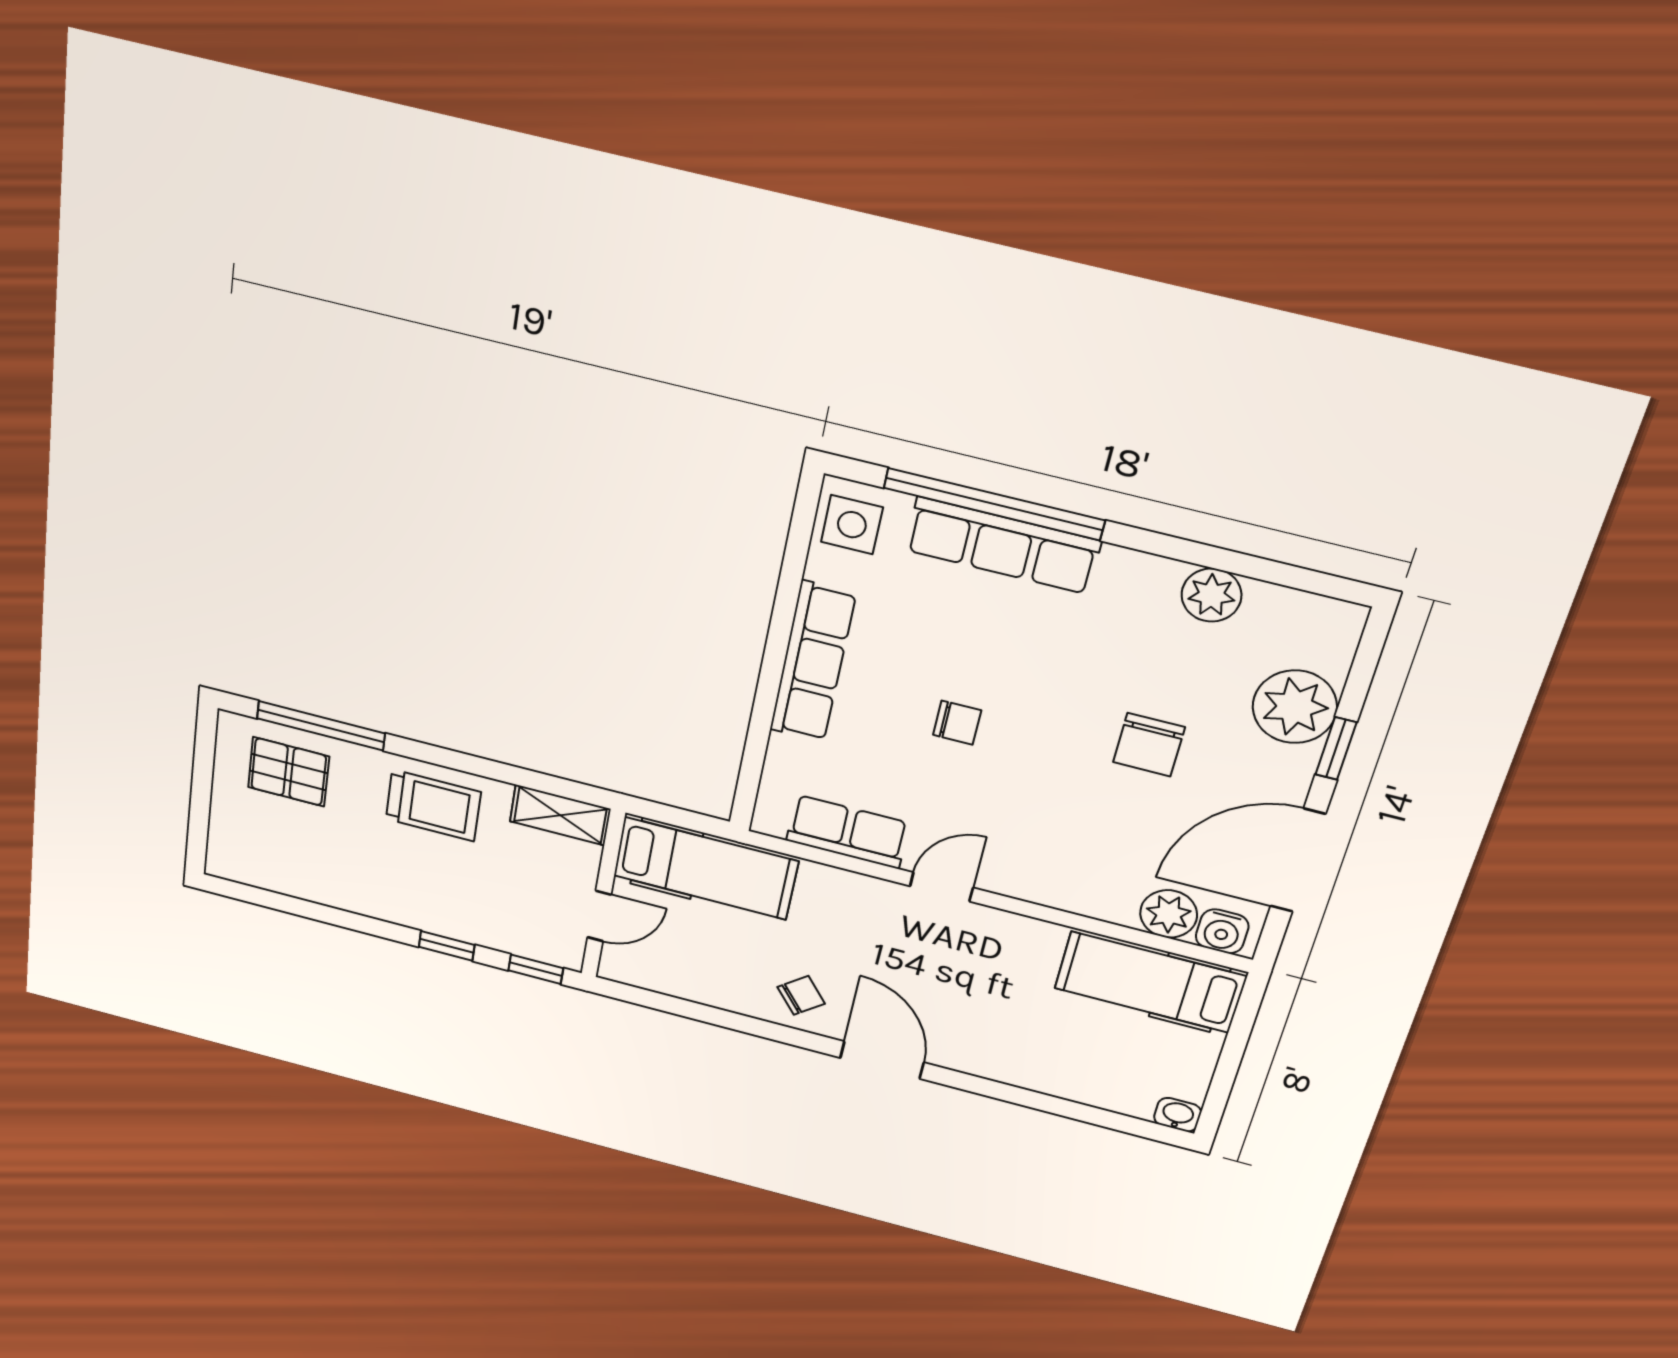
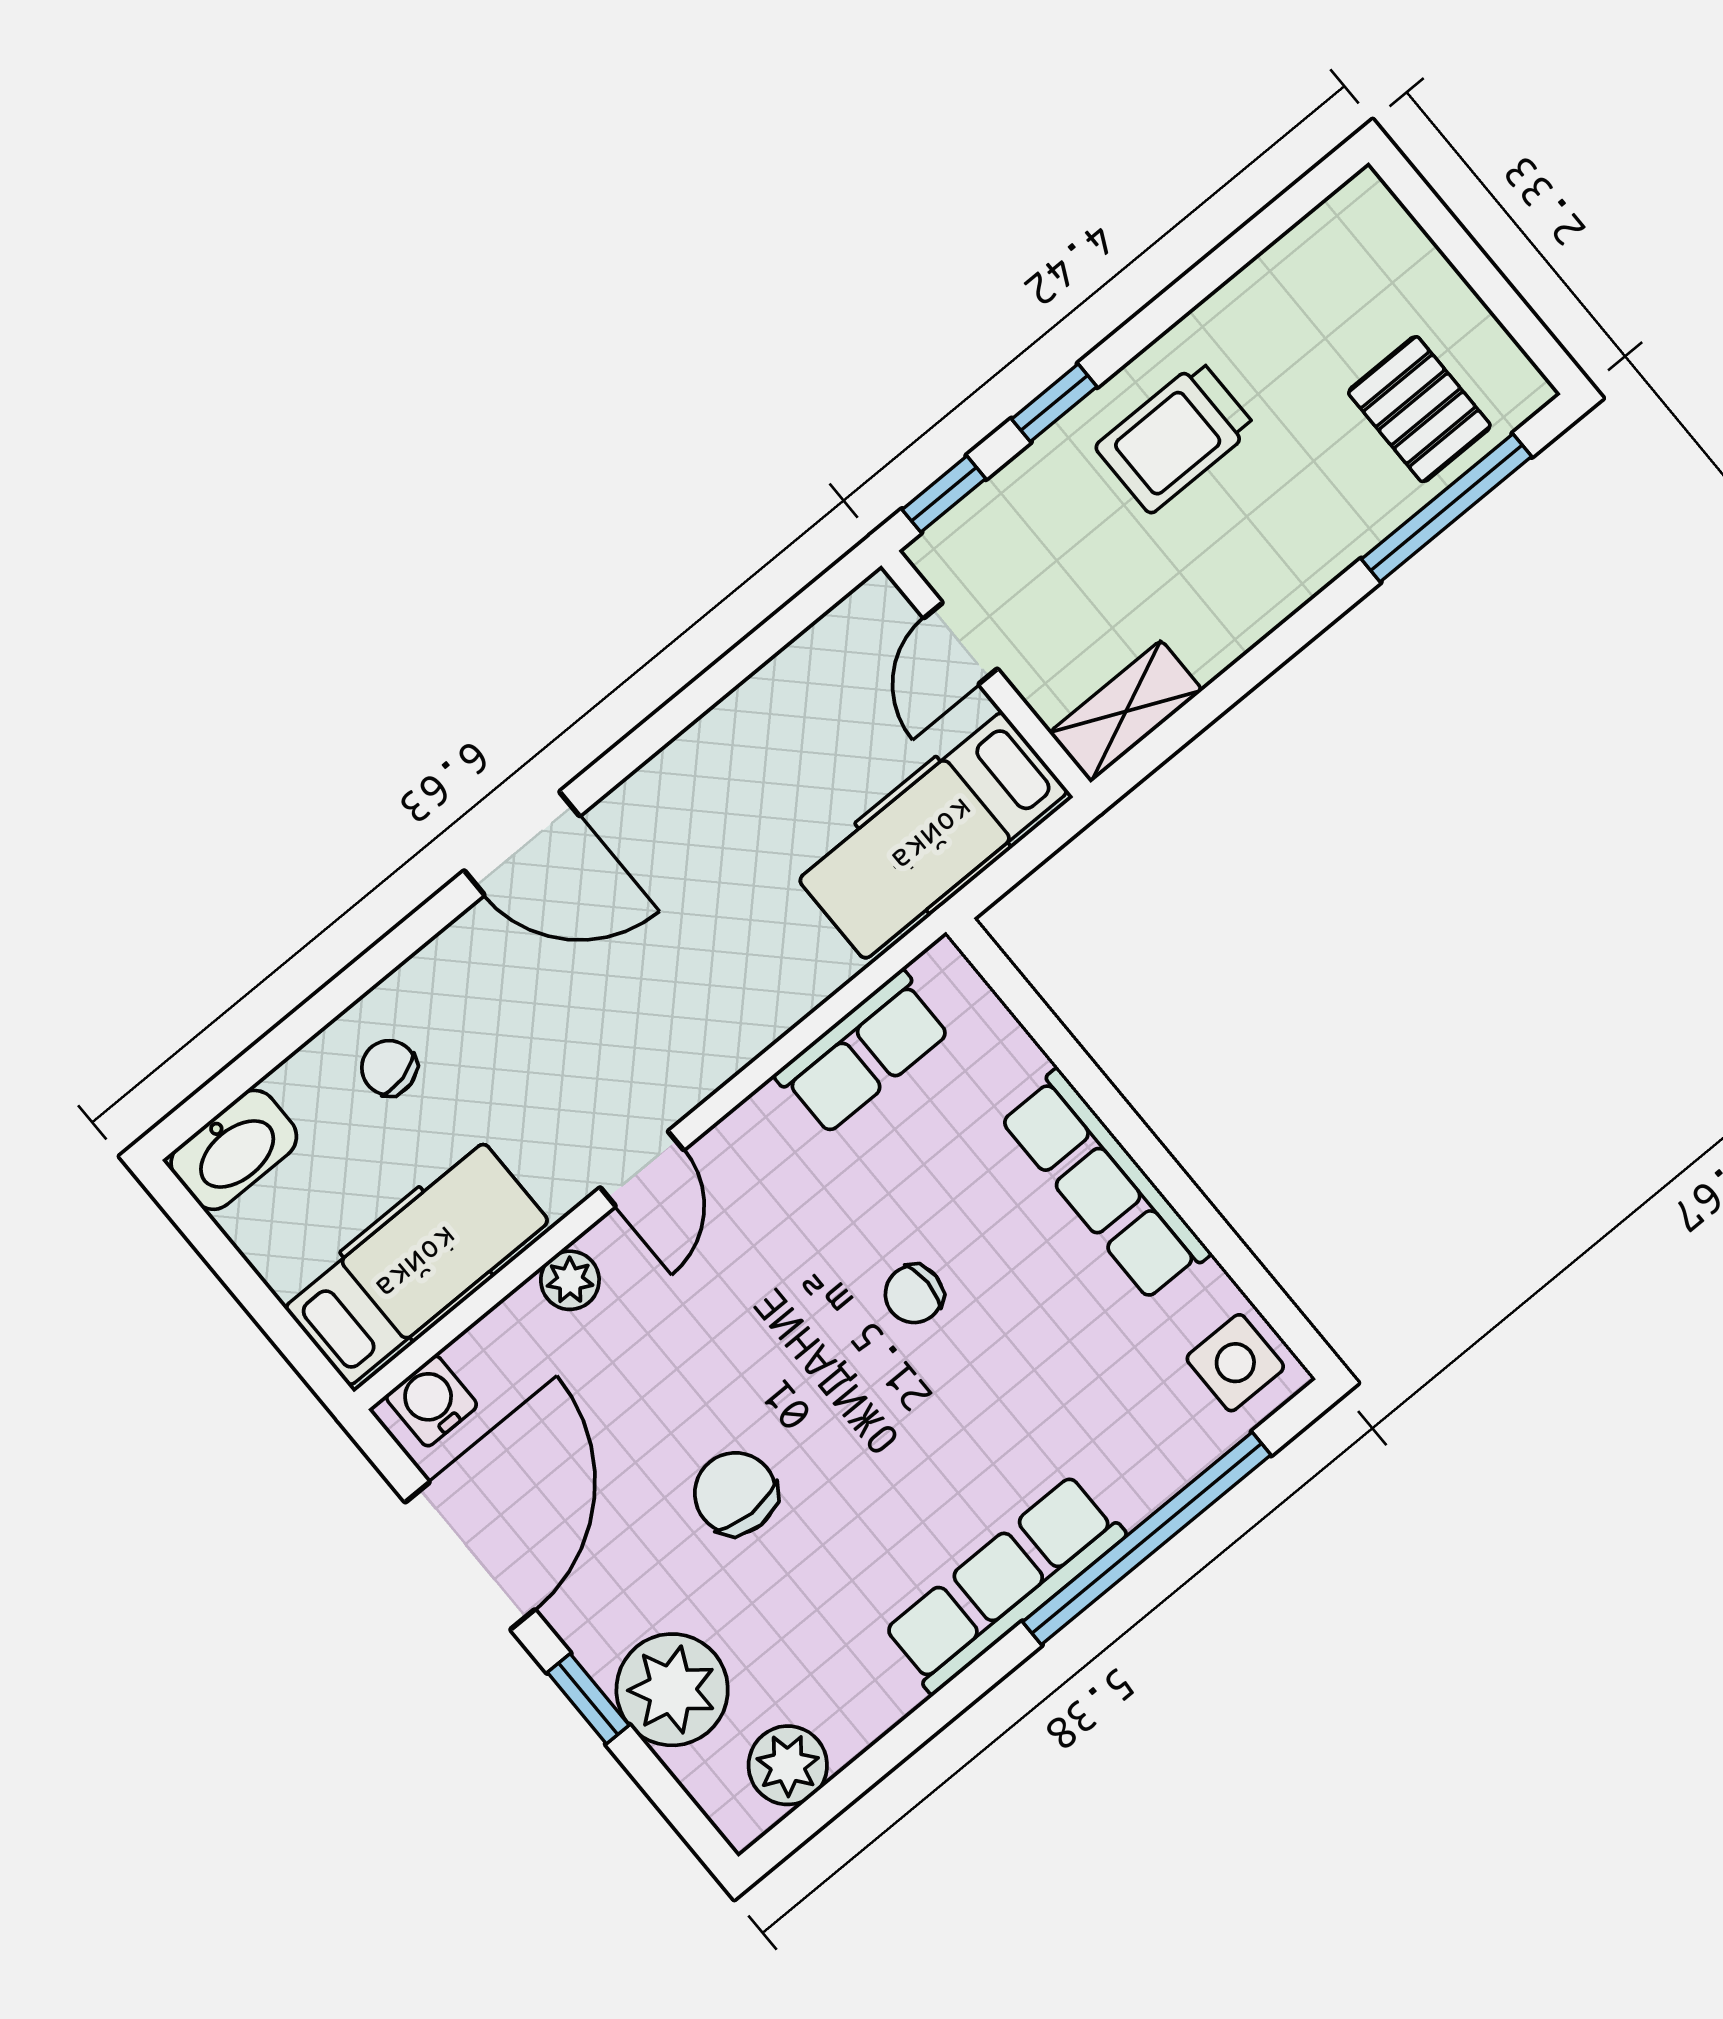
row of seats: (1003, 545) -> (1004, 1584), moved
plant: (1211, 595) -> (788, 1765), moved
pallet: (289, 772) -> (1419, 409), turned 90
trolley: (433, 805) -> (1175, 437), moved
door: (941, 887) -> (642, 1169), moved
plant: (1169, 914) -> (570, 1280), moved, width x0.73, depth x0.73
chair: (801, 995) -> (389, 1068), moved, turned 115
washbasin: (1178, 1115) -> (234, 1150), width x1.91, depth x1.45

